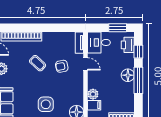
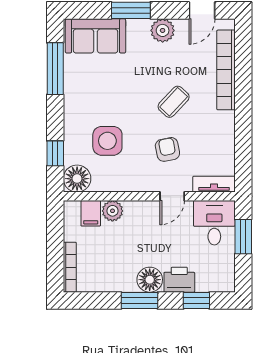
window: (118, 28) -> (243, 237), moved
printer: (128, 45) -> (179, 280), moved
window: (138, 80) -> (139, 301), width x0.69
side table: (46, 104) -> (107, 141), moved

